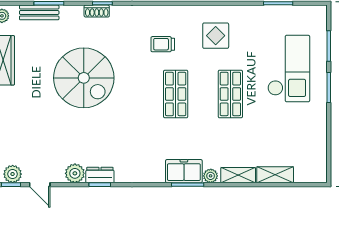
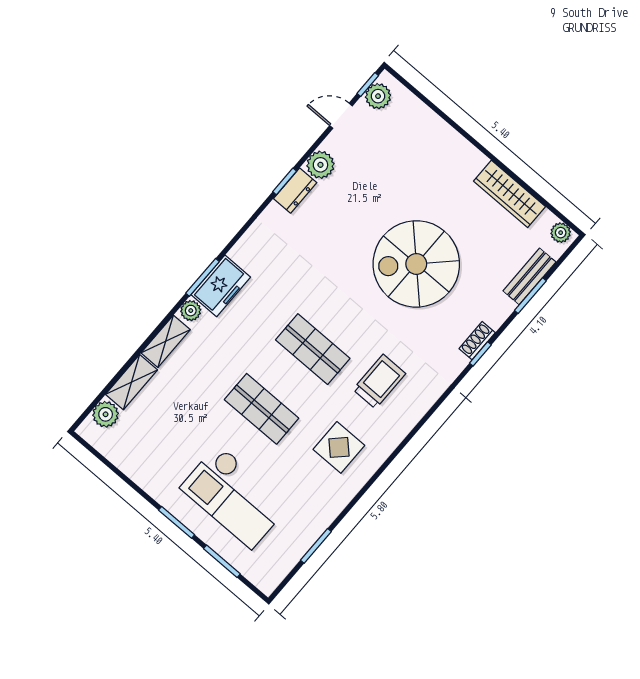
trolley: (163, 44) -> (379, 382), width x1.36, depth x1.39
plant: (304, 174) -> (106, 414), added

